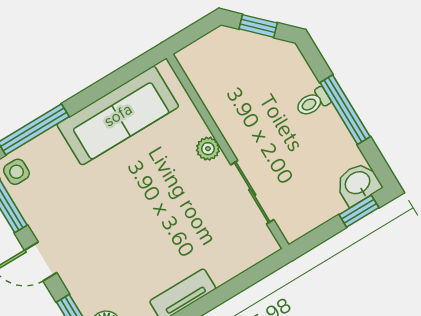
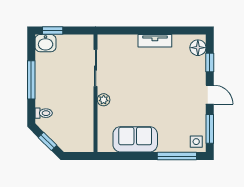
toilet: (313, 102) -> (44, 113), moved
sofa: (118, 115) -> (135, 139), width x0.73

